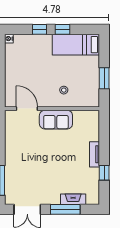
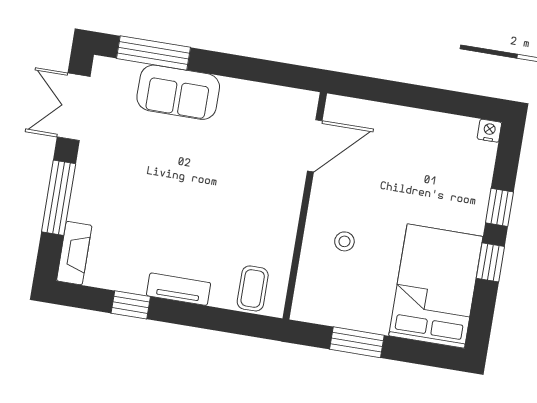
bed: (76, 45) -> (436, 286), width x1.50
sofa: (56, 120) -> (178, 92), moved, turned -90
coffee table: (89, 124) -> (253, 288), added
fireplace: (73, 199) -> (74, 253), moved

